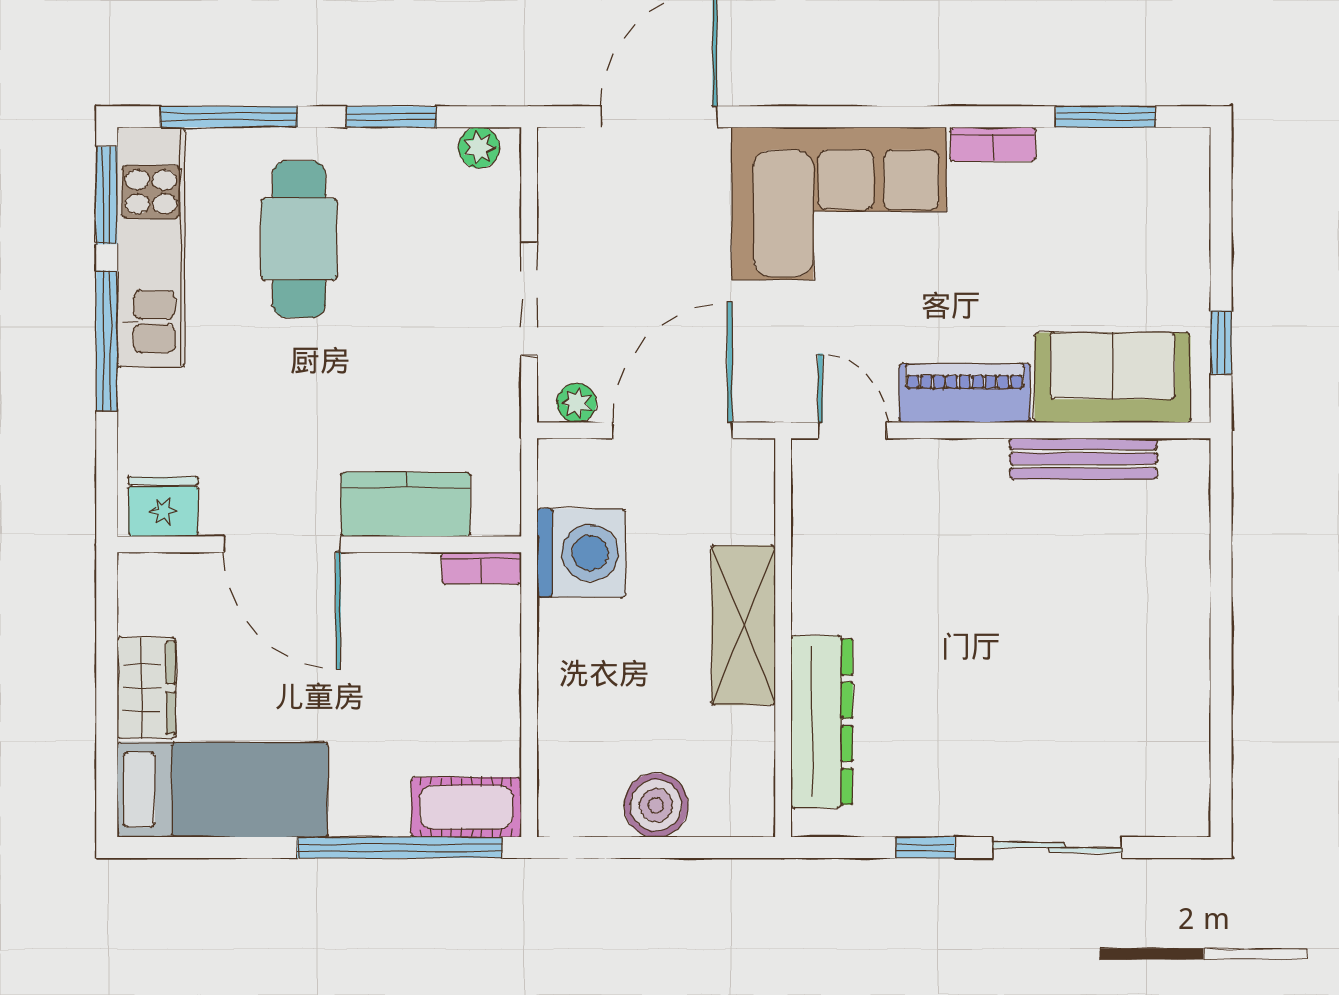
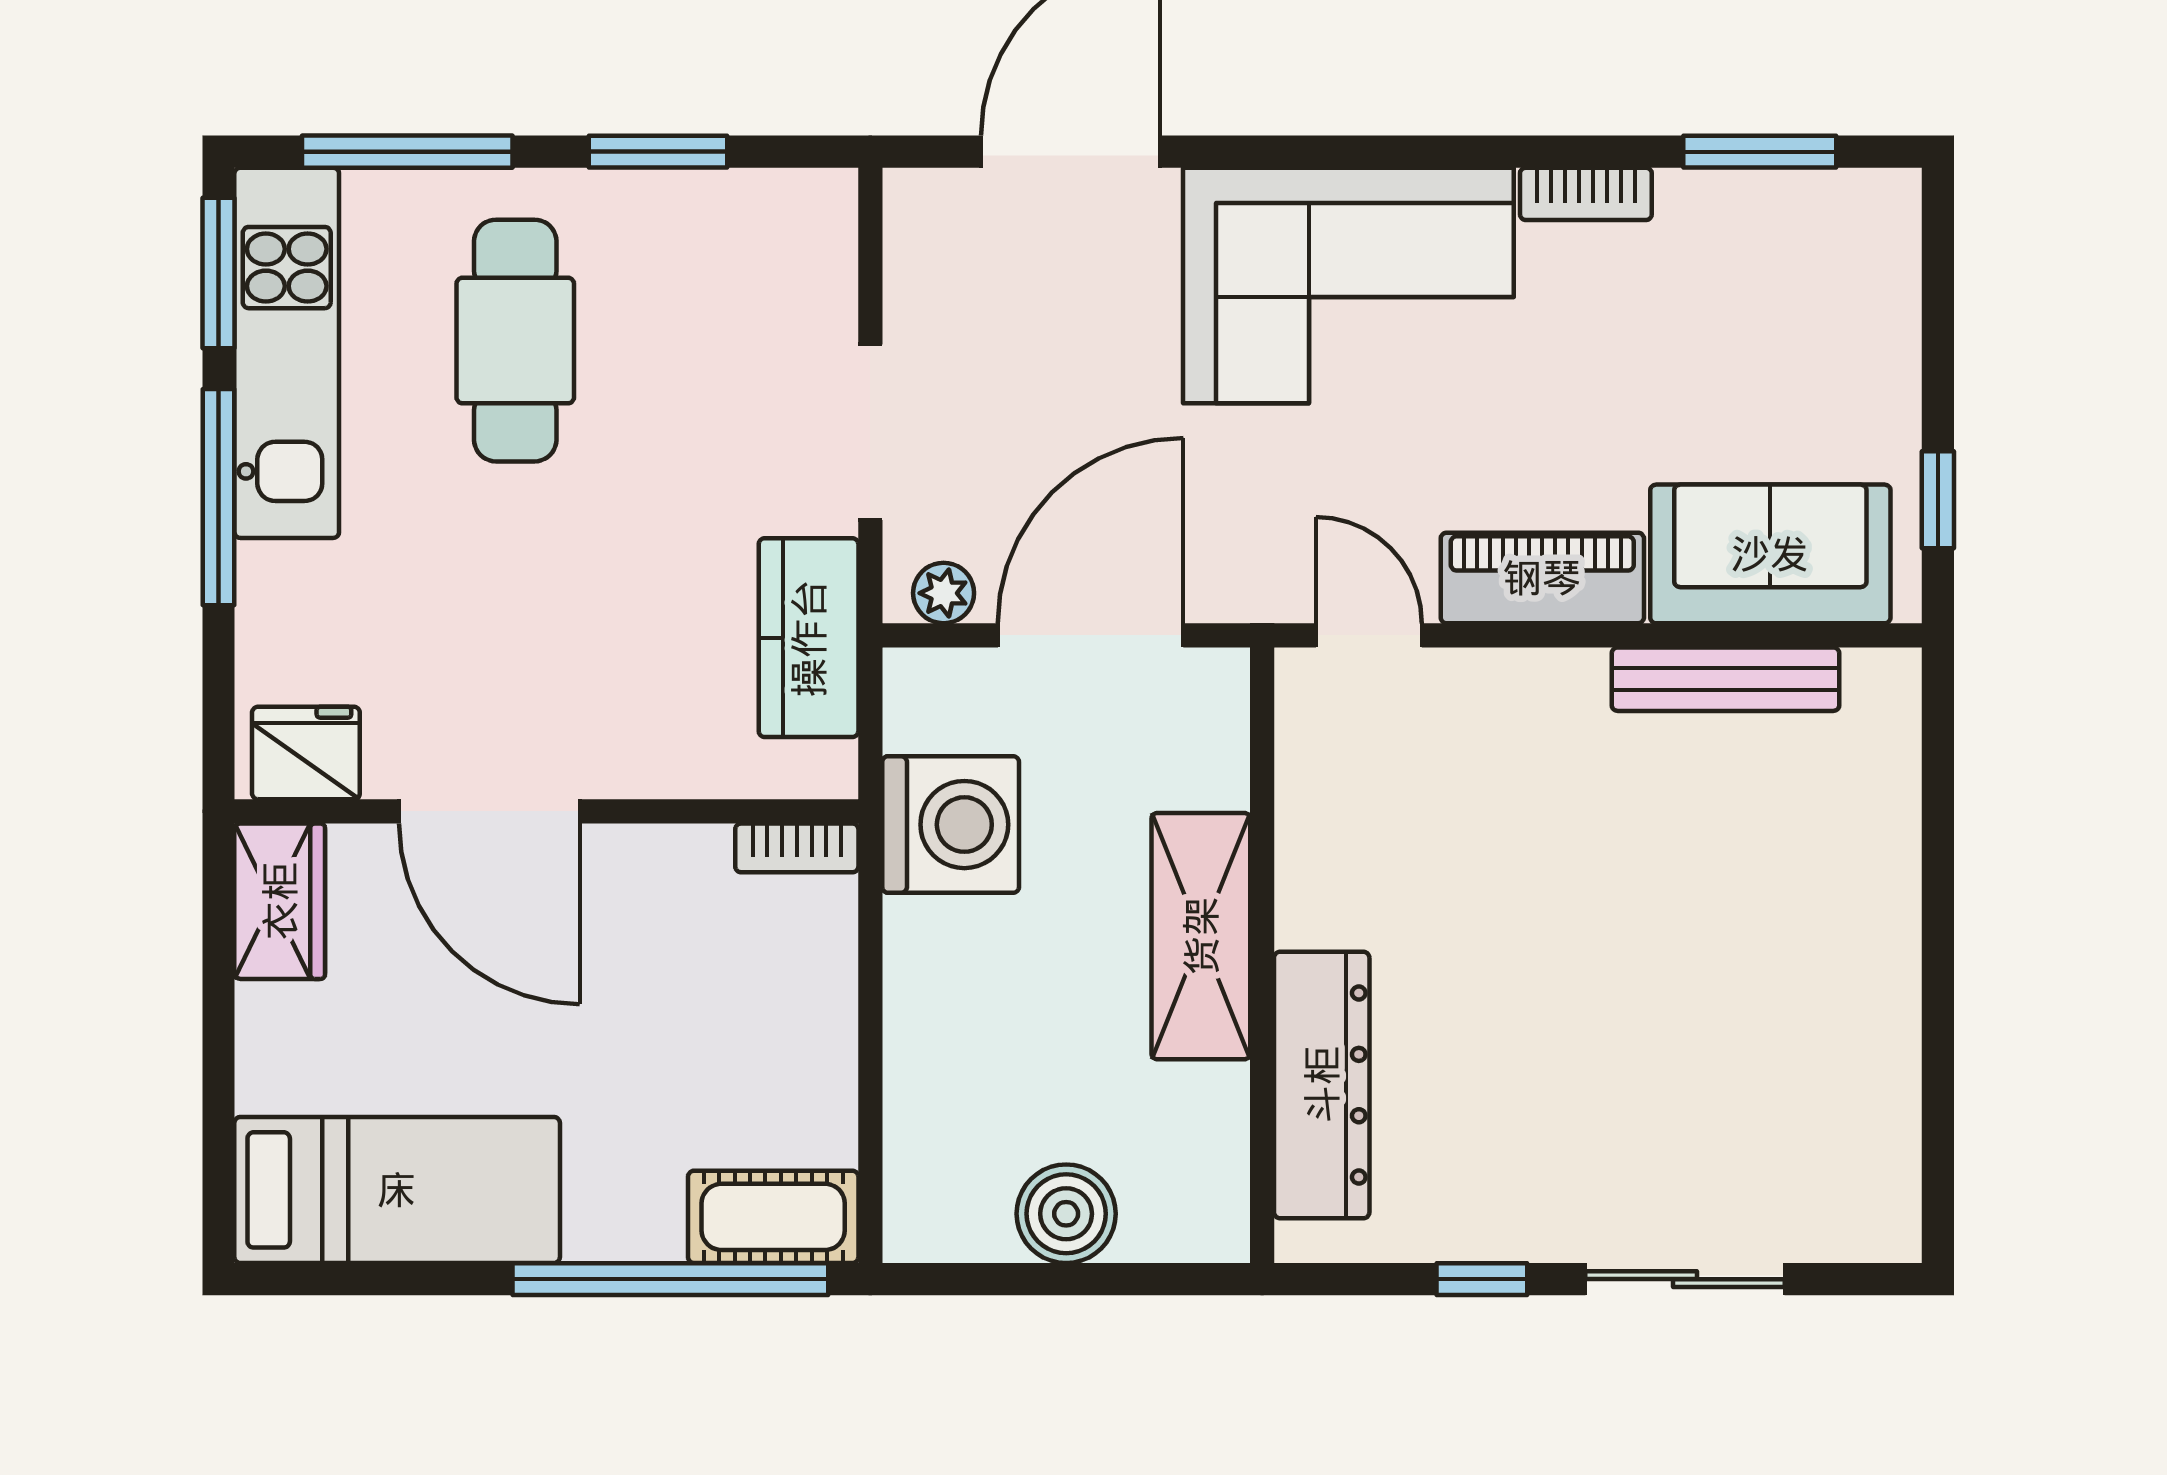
plant: (479, 148) -> (793, 199), removed
kitchen counter: (406, 504) -> (809, 638), moved, turned -90
wardrobe: (146, 688) -> (280, 901), moved

